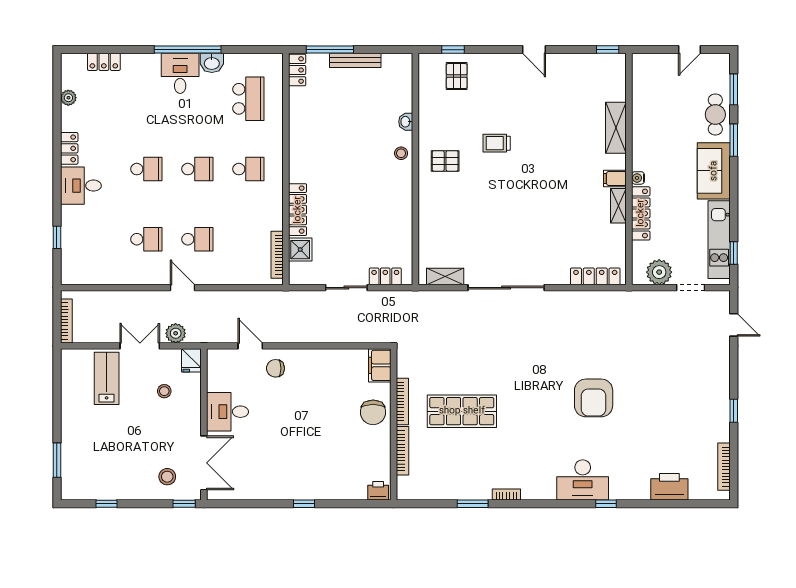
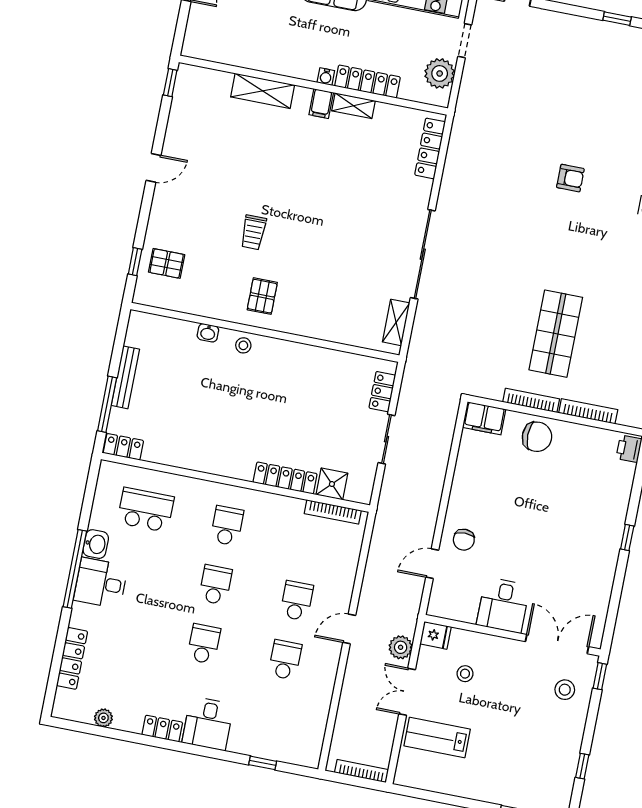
locker: (104, 62) -> (72, 658), width x1.53
armchair: (594, 398) -> (570, 178), width x0.53, depth x0.53

